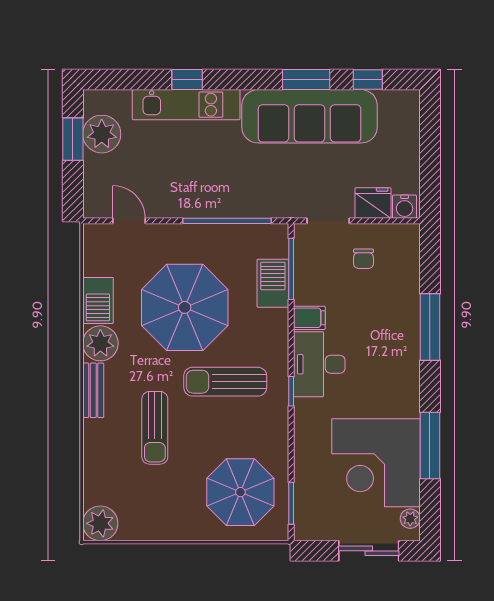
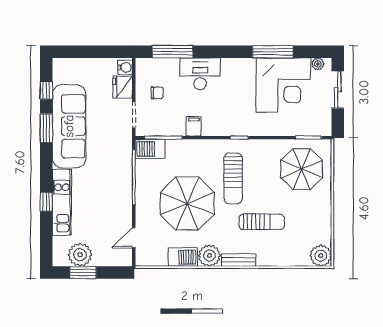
barbecue: (273, 283) -> (150, 149), moved
window: (430, 327) -> (172, 52), moved
desk: (319, 364) -> (200, 74), moved, turned 180

